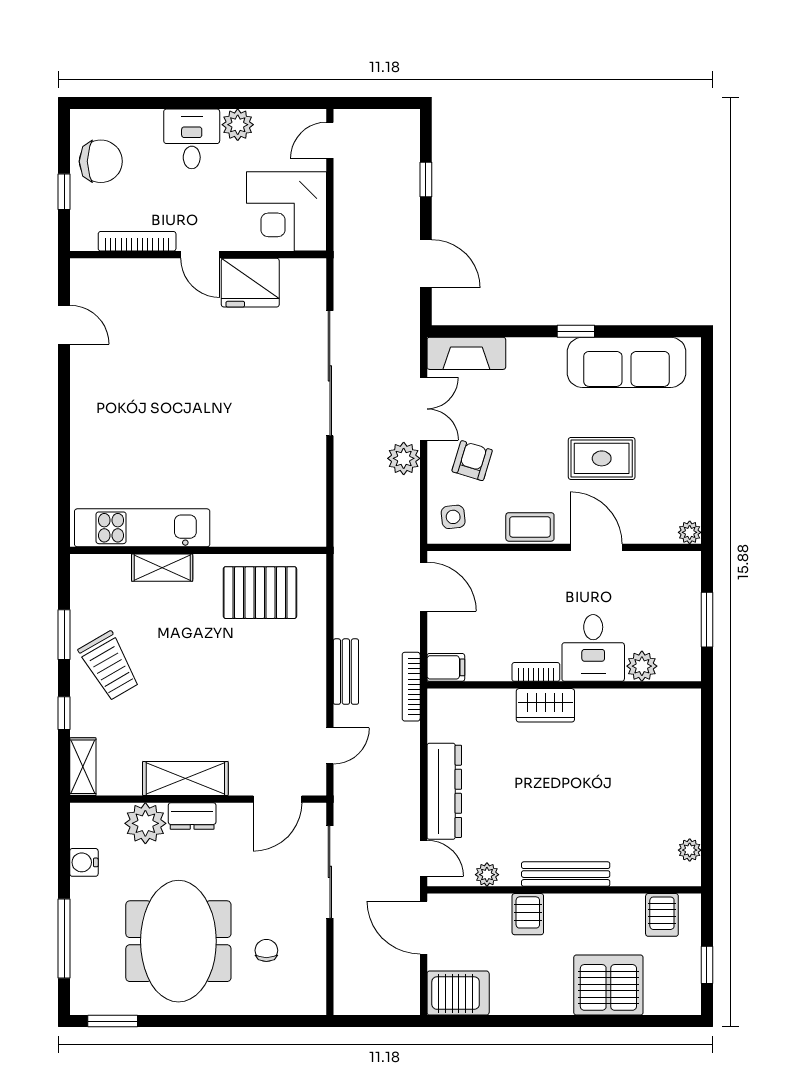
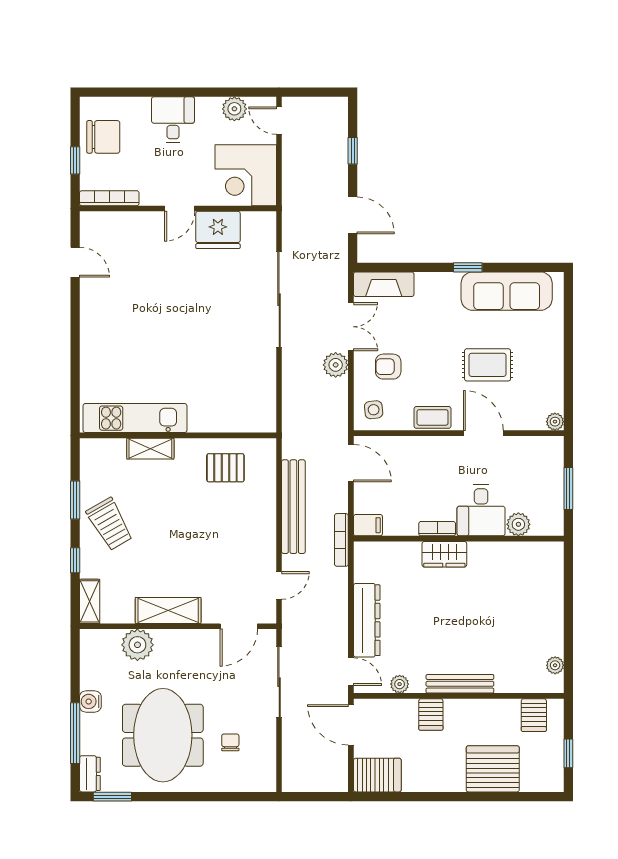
plant: (238, 125) -> (234, 109), moved
door: (330, 140) -> (279, 121), hinge flipped
bookcase: (137, 241) -> (109, 198), moved
door: (200, 255) -> (180, 209), hinge flipped
armchair: (472, 461) -> (388, 367), turned -107
pallet: (260, 593) -> (225, 468), width x0.67, depth x0.71
bench: (346, 672) -> (293, 507), width x1.86, depth x1.21
dresser: (192, 816) -> (90, 774), moved, turned -90
water cooler: (84, 862) -> (90, 701), moved

